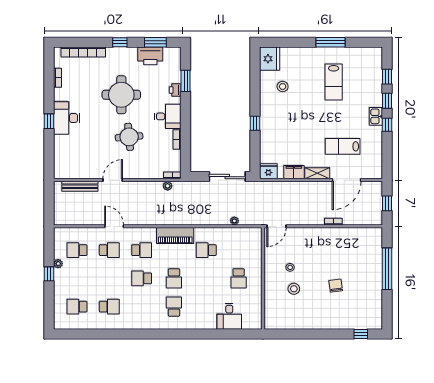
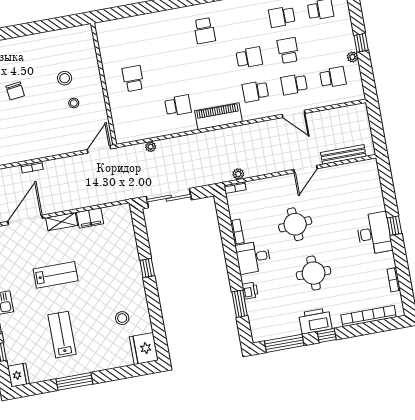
window: (155, 42) -> (284, 343), width x1.44
printer: (150, 56) -> (315, 321), moved
round table: (121, 95) -> (314, 273), width x0.73, depth x0.73
lab bench: (343, 146) -> (56, 275), moved
fridge: (268, 171) -> (18, 375), moved, turned -90
school desk: (174, 278) -> (288, 50), moved
desk: (229, 316) -> (136, 31), removed

